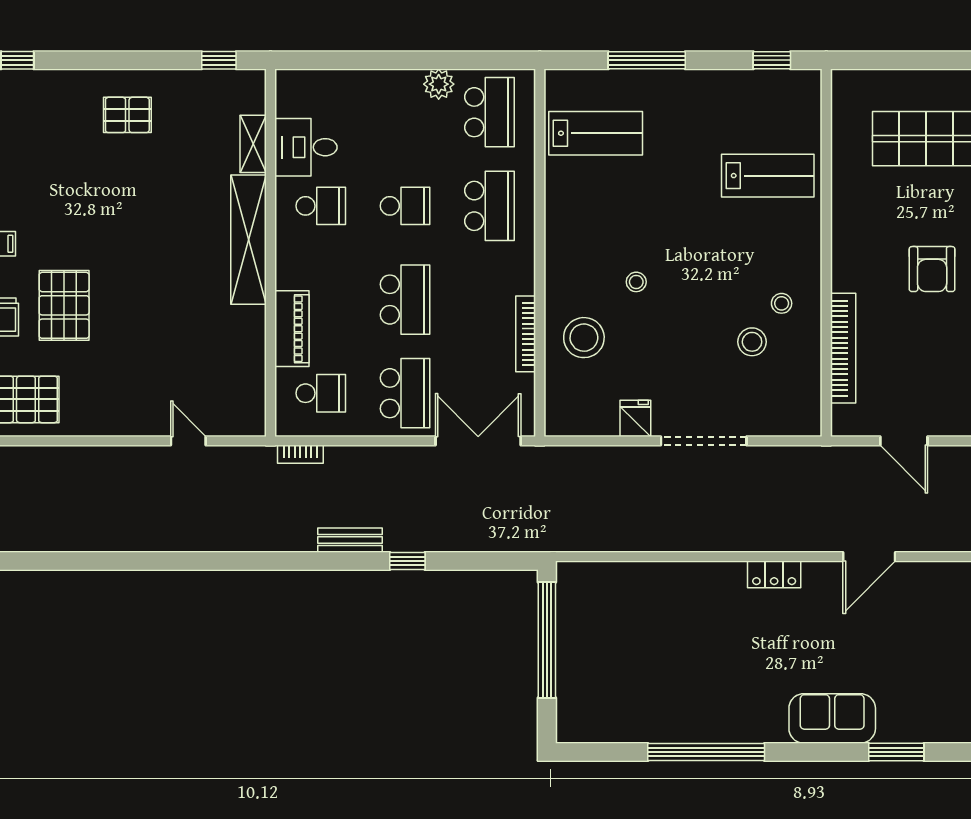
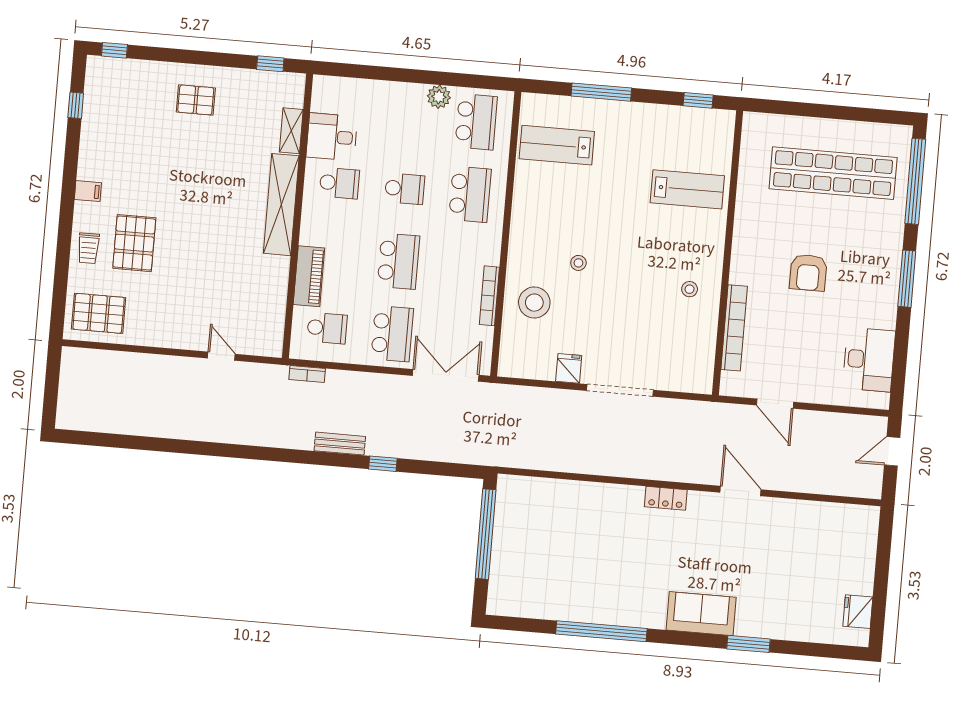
lab bench: (596, 133) -> (557, 145), turned 180
stool: (752, 342) -> (664, 317), removed
door: (869, 557) -> (740, 491), swing flipped

